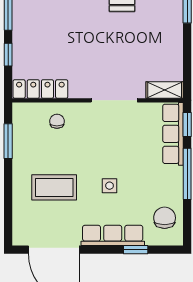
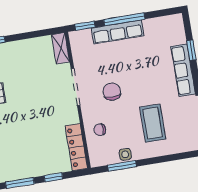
row of seats: (173, 134) -> (117, 32), moved
side table: (110, 186) -> (125, 154), moved
chair: (165, 218) -> (112, 92), moved, turned 90

